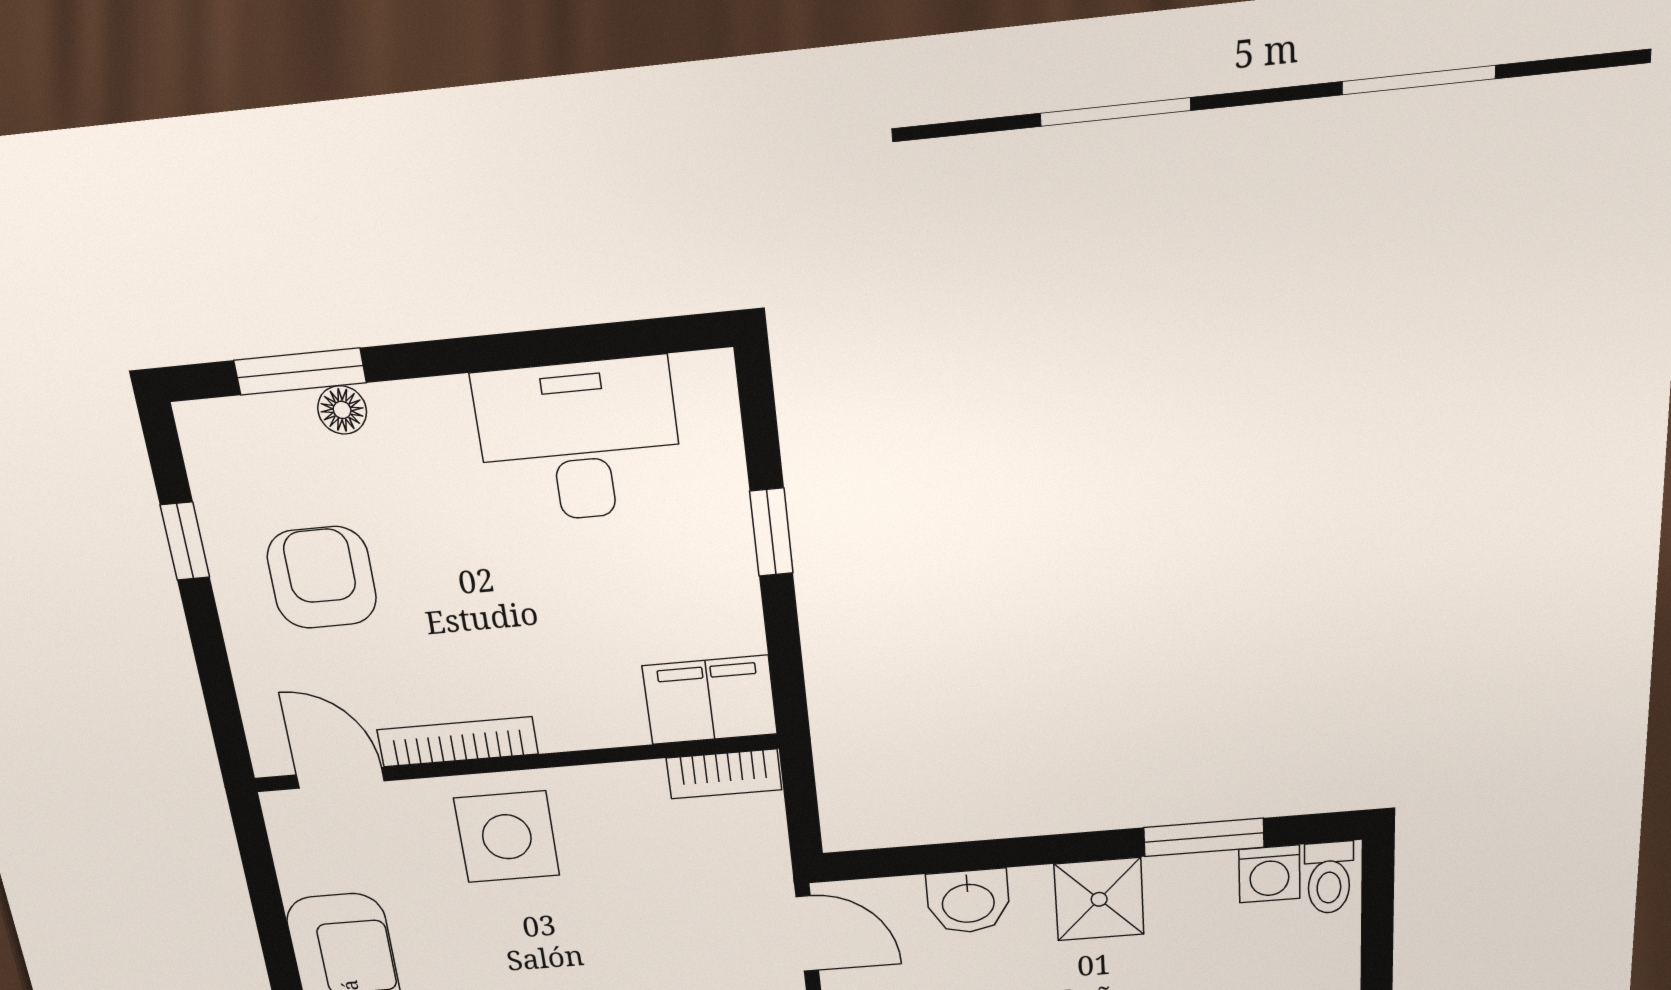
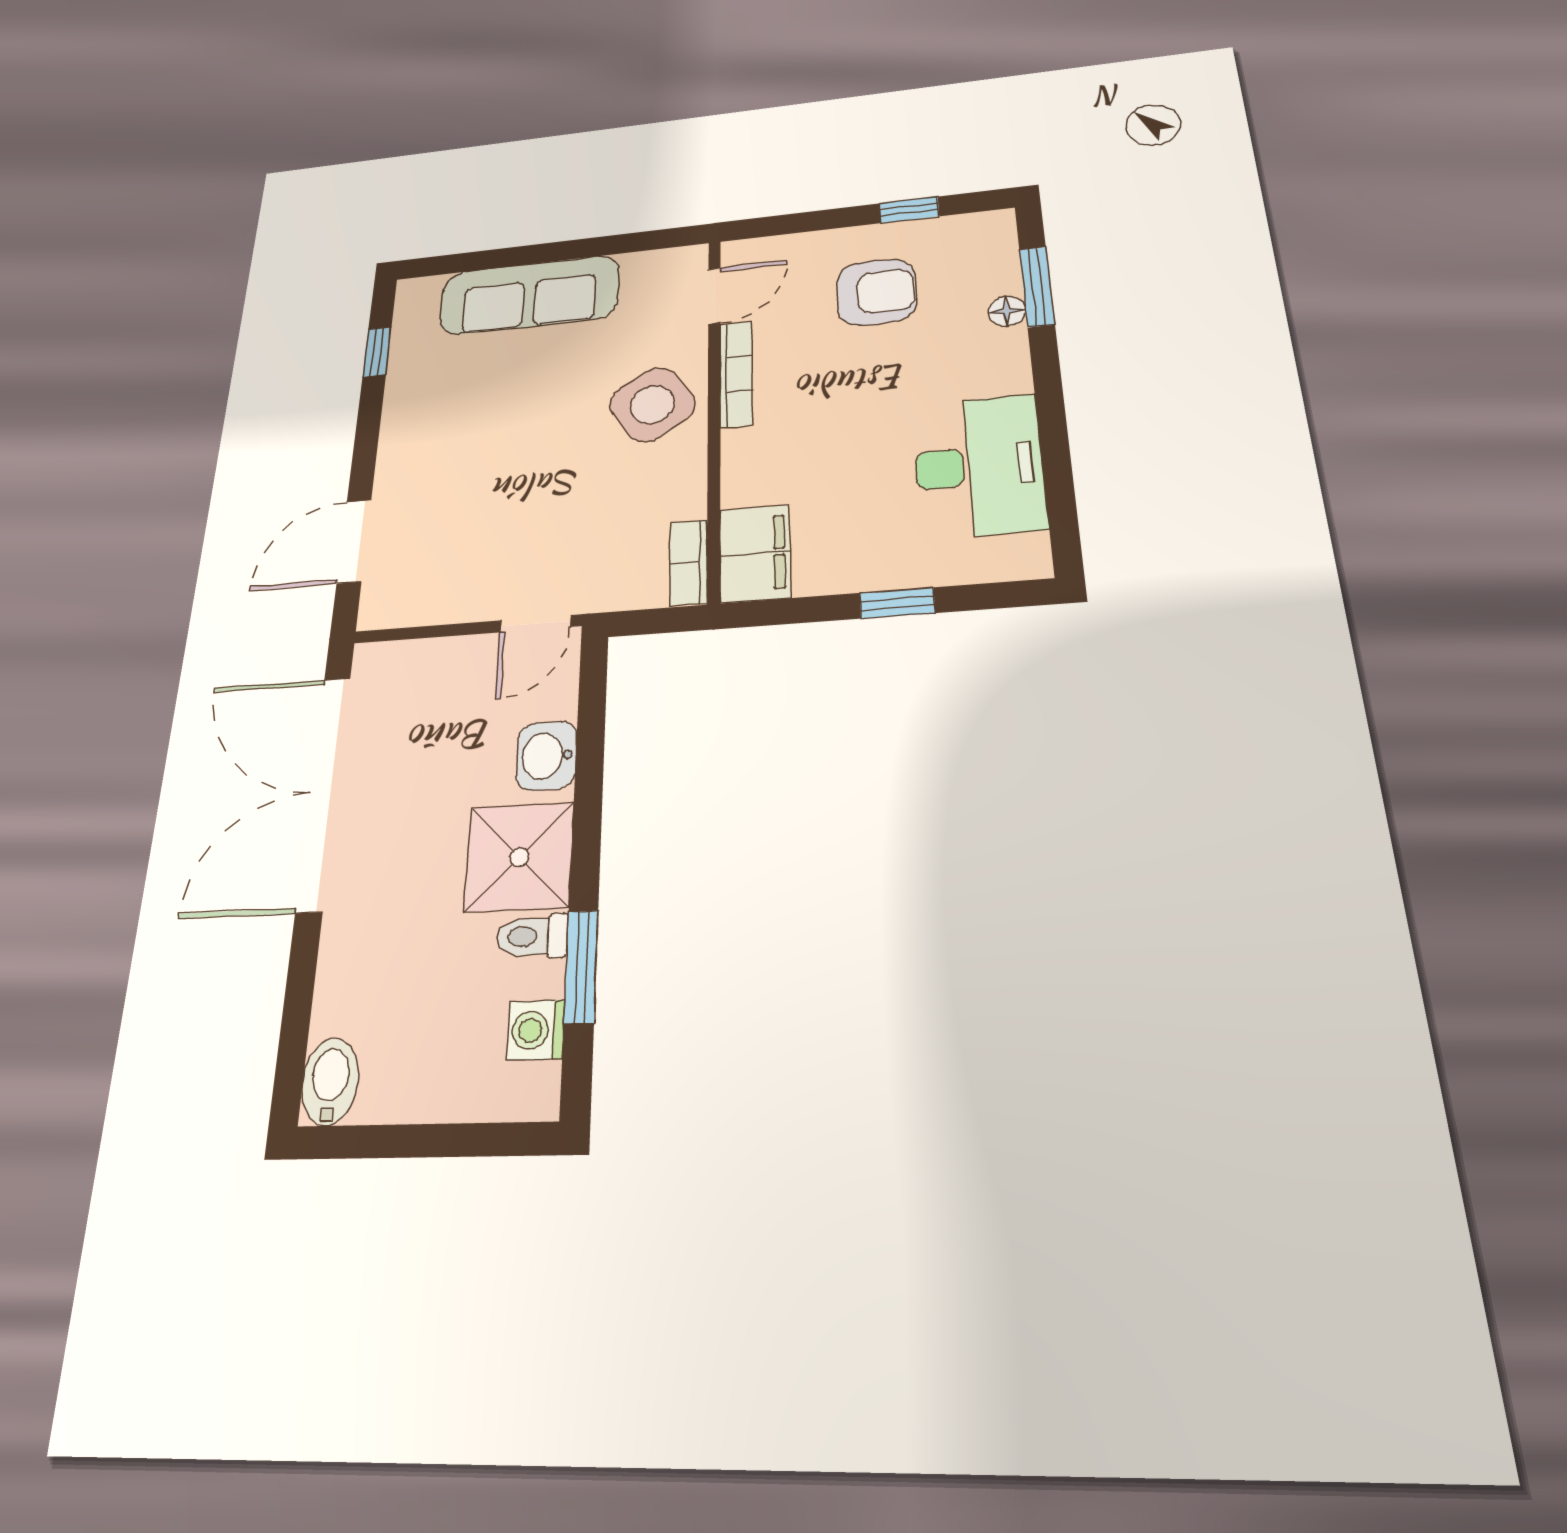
side table: (507, 837) -> (652, 404), turned -33
toilet: (1329, 878) -> (532, 936), moved
shower: (1099, 899) -> (519, 857), width x1.36, depth x1.36

